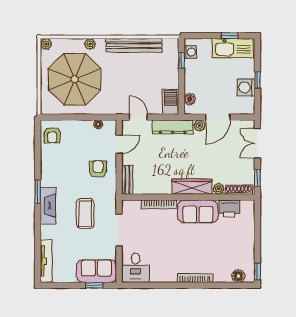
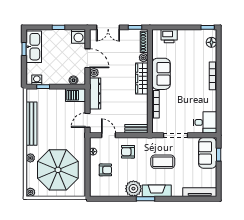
washing machine: (246, 87) -> (78, 36), moved
armchair: (52, 135) -> (105, 170), moved
plant: (51, 176) -> (133, 189), added
printer: (229, 208) -> (169, 36), moved, turned 90

